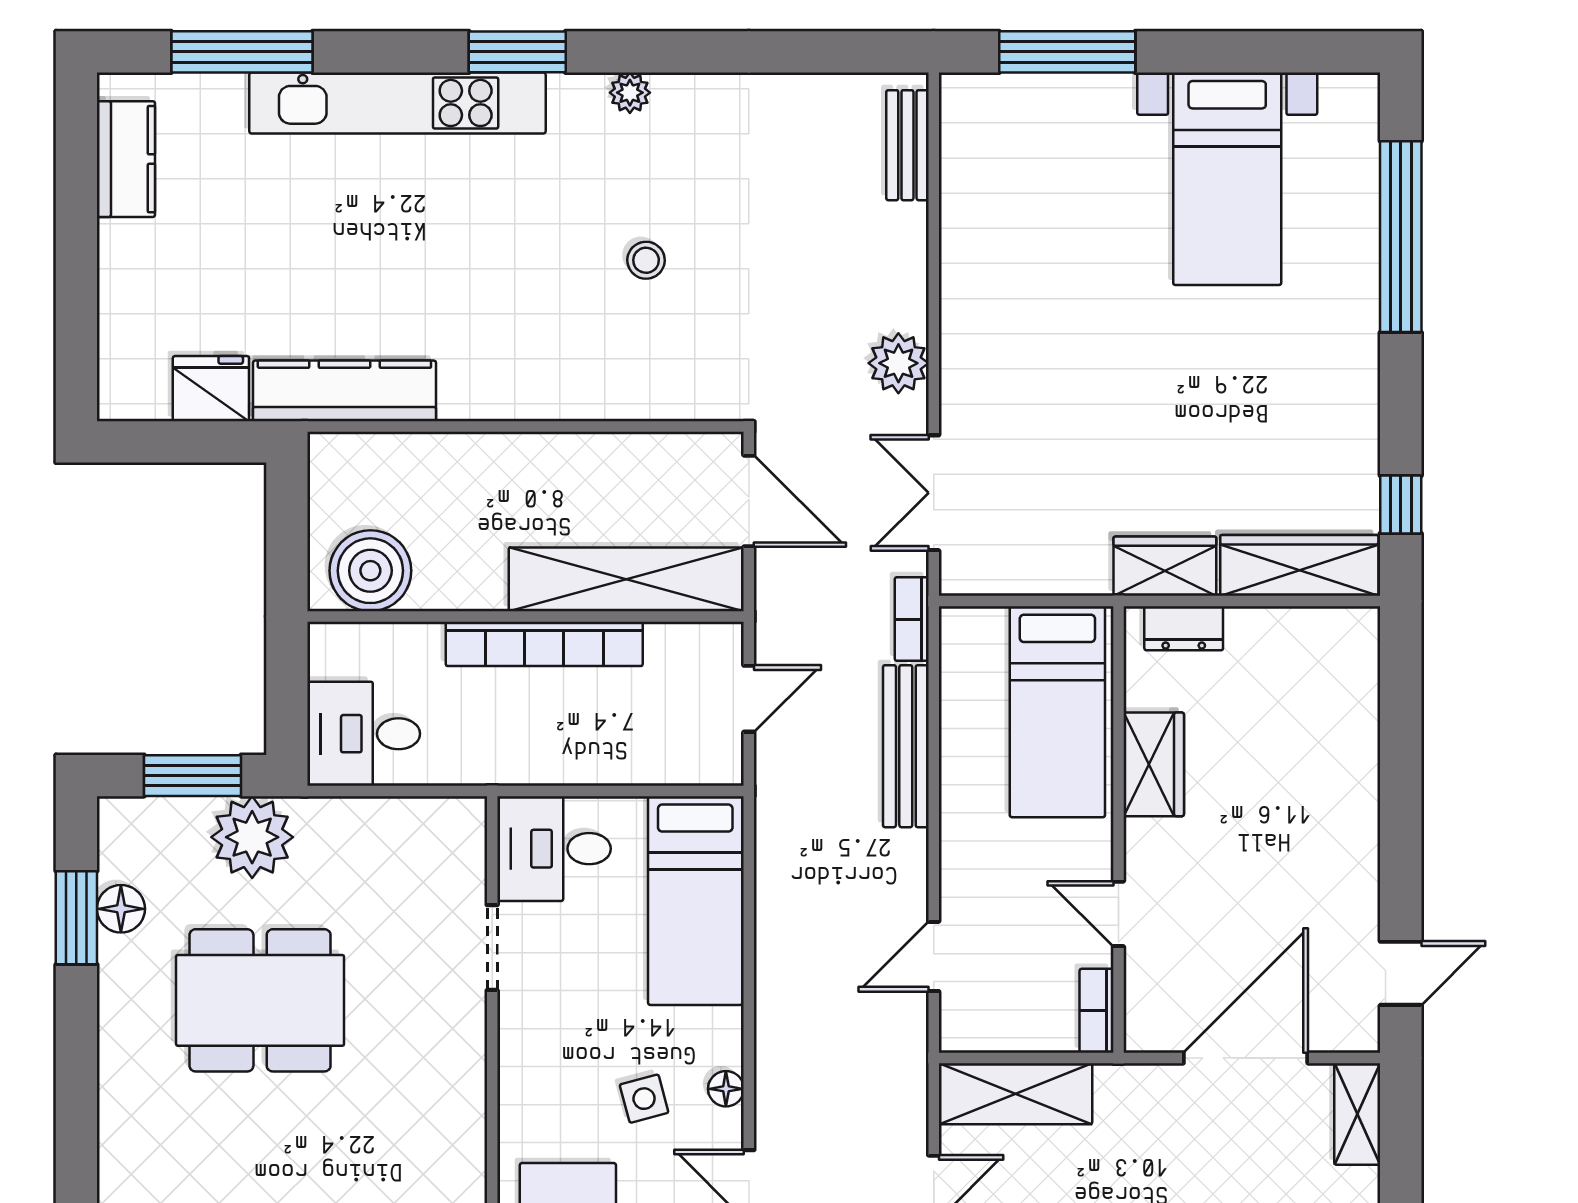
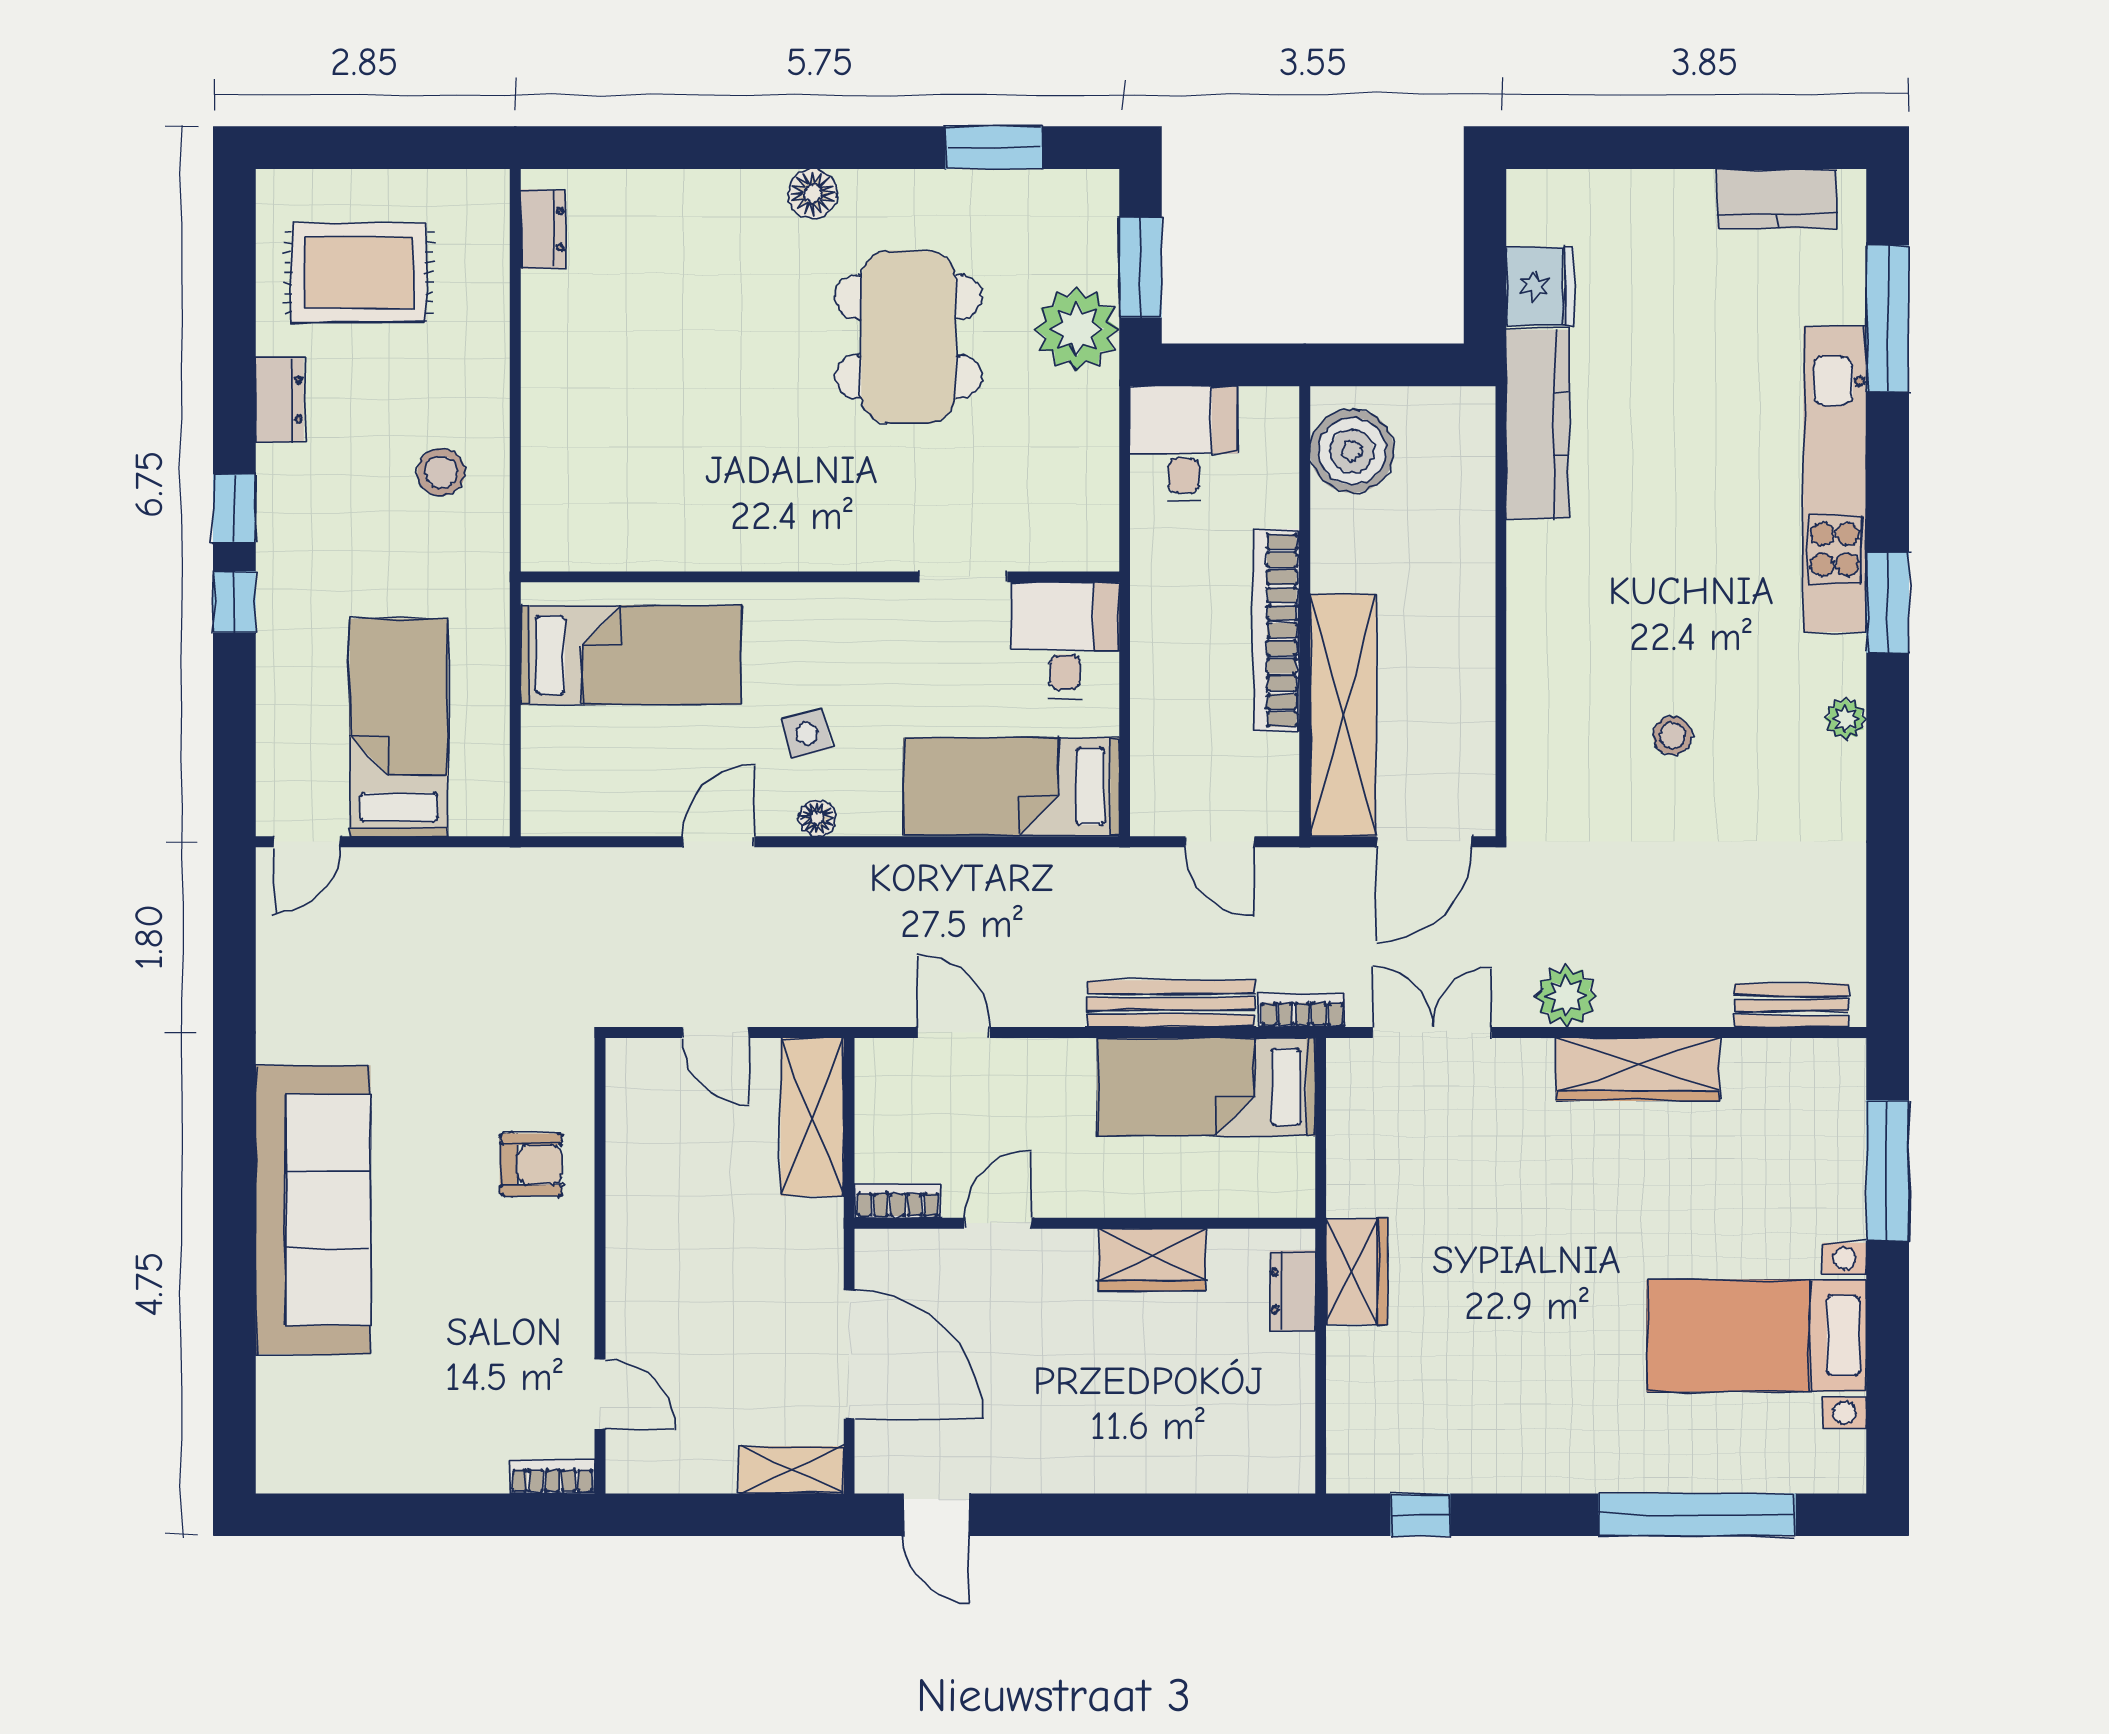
wardrobe: (1299, 565) -> (1638, 1069), moved, turned 90
bed: (1057, 712) -> (1206, 1087), moved
floor lamp: (121, 909) -> (813, 194), moved

